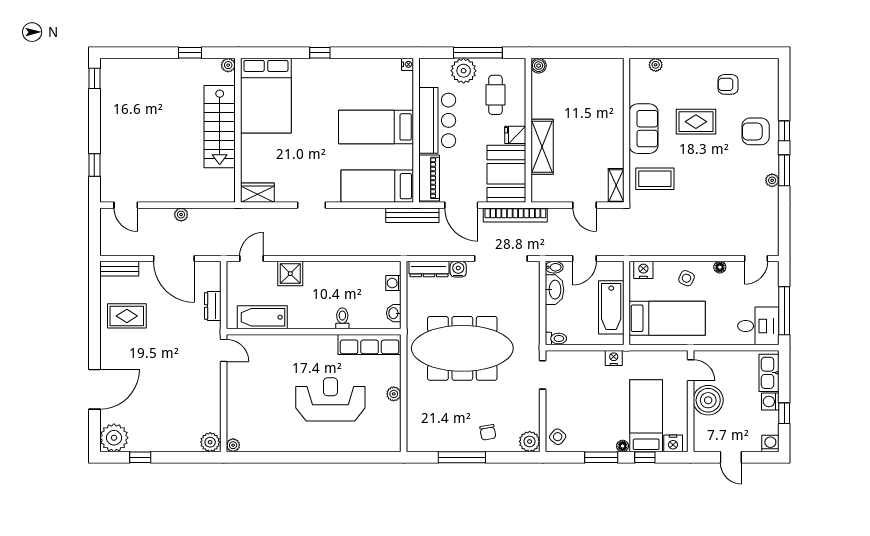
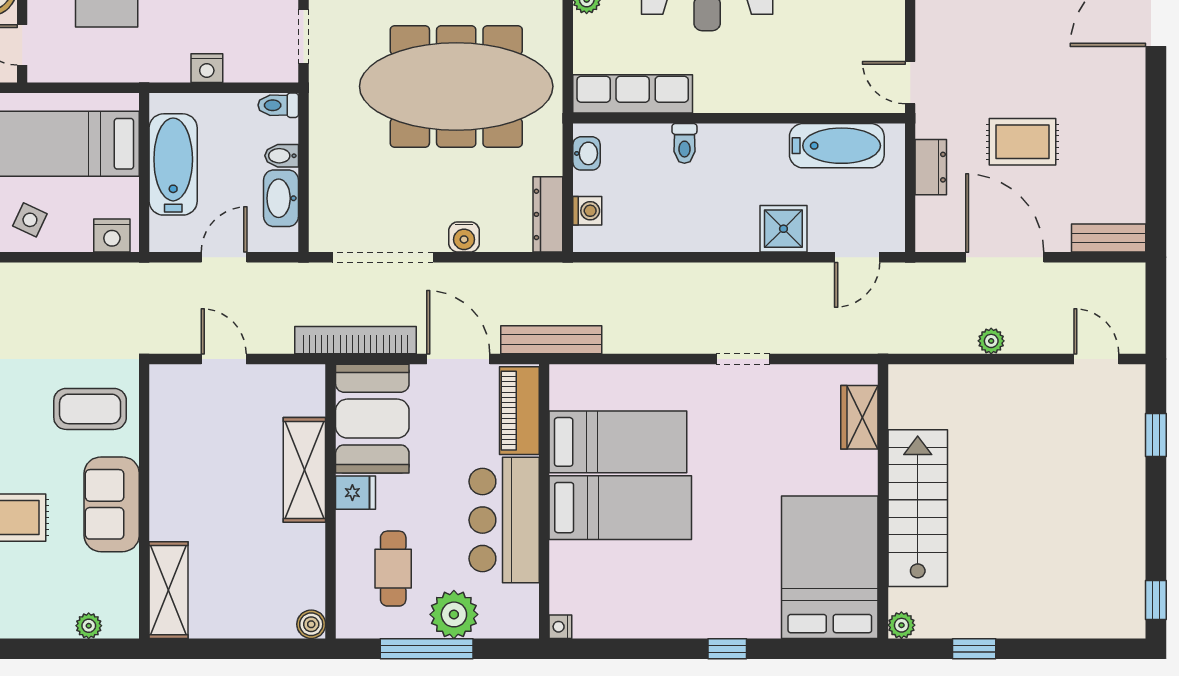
shelving: (616, 185) -> (169, 590), moved, width x1.50, depth x1.33
bed: (377, 186) -> (618, 442), moved
wardrobe: (257, 193) -> (859, 417), moved, turned 90
bidet: (554, 267) -> (282, 156), moved
dresser: (429, 269) -> (548, 214), moved, turned -90
rug: (127, 316) -> (1023, 142), moved
nightstand: (614, 358) -> (207, 68), moved

